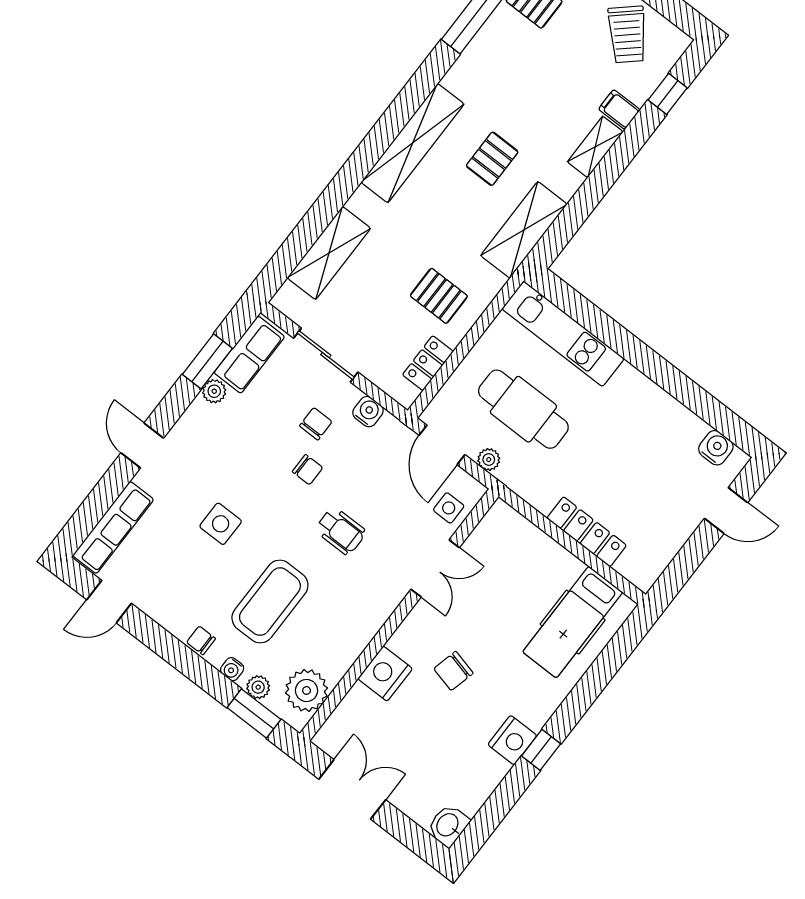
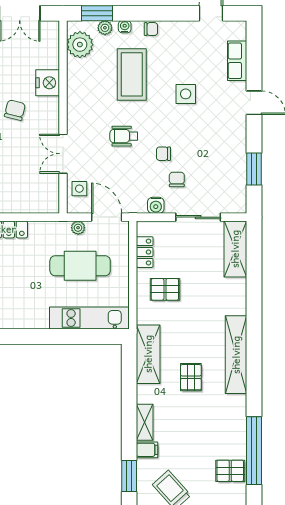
window: (668, 94) -> (129, 476), width x1.50
shelving: (329, 253) -> (235, 249), moved
row of seats: (249, 355) -> (236, 188), removed
plant: (214, 391) -> (239, 157), removed
chair: (316, 424) -> (177, 179), turned 180
row of seats: (113, 527) -> (237, 61), width x0.68

